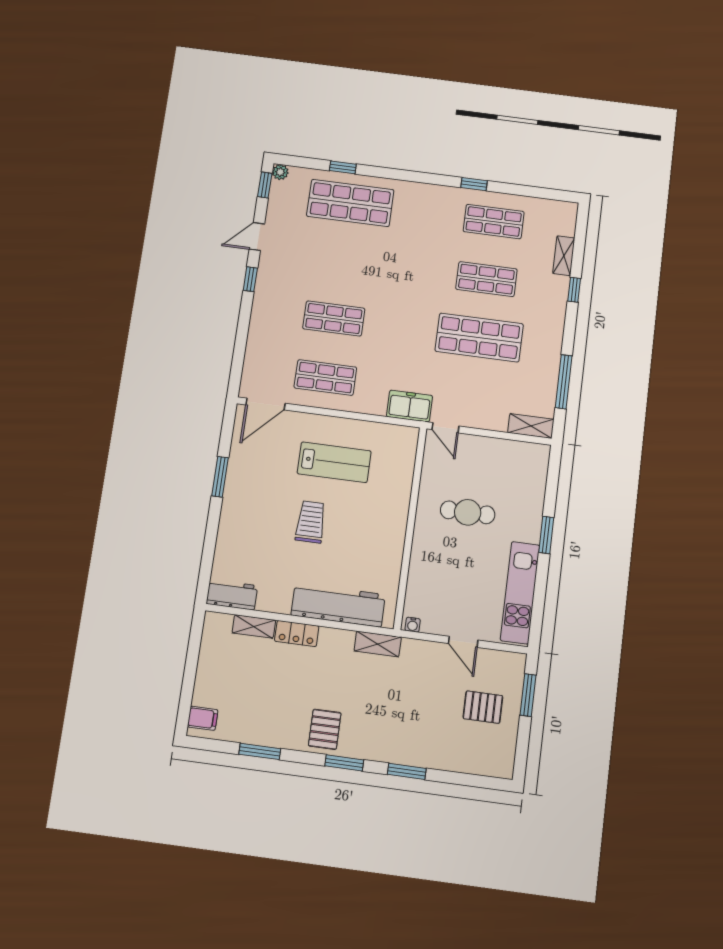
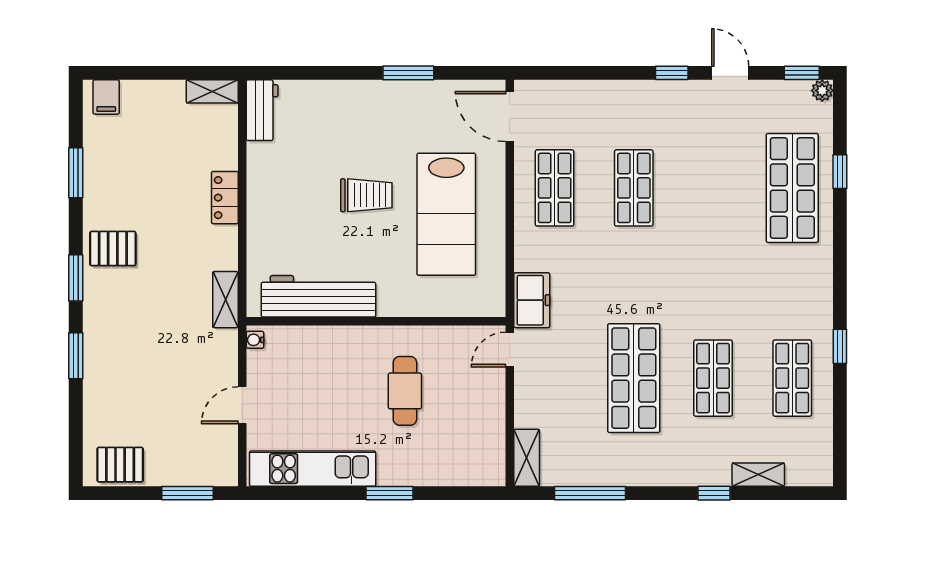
lab bench: (334, 462) -> (446, 214), width x1.36, depth x1.39
workbench: (338, 605) -> (318, 296), moved, turned -90
shelving: (254, 626) -> (212, 91), moved, turned 90
pallet: (483, 707) -> (120, 465), moved, turned 90

